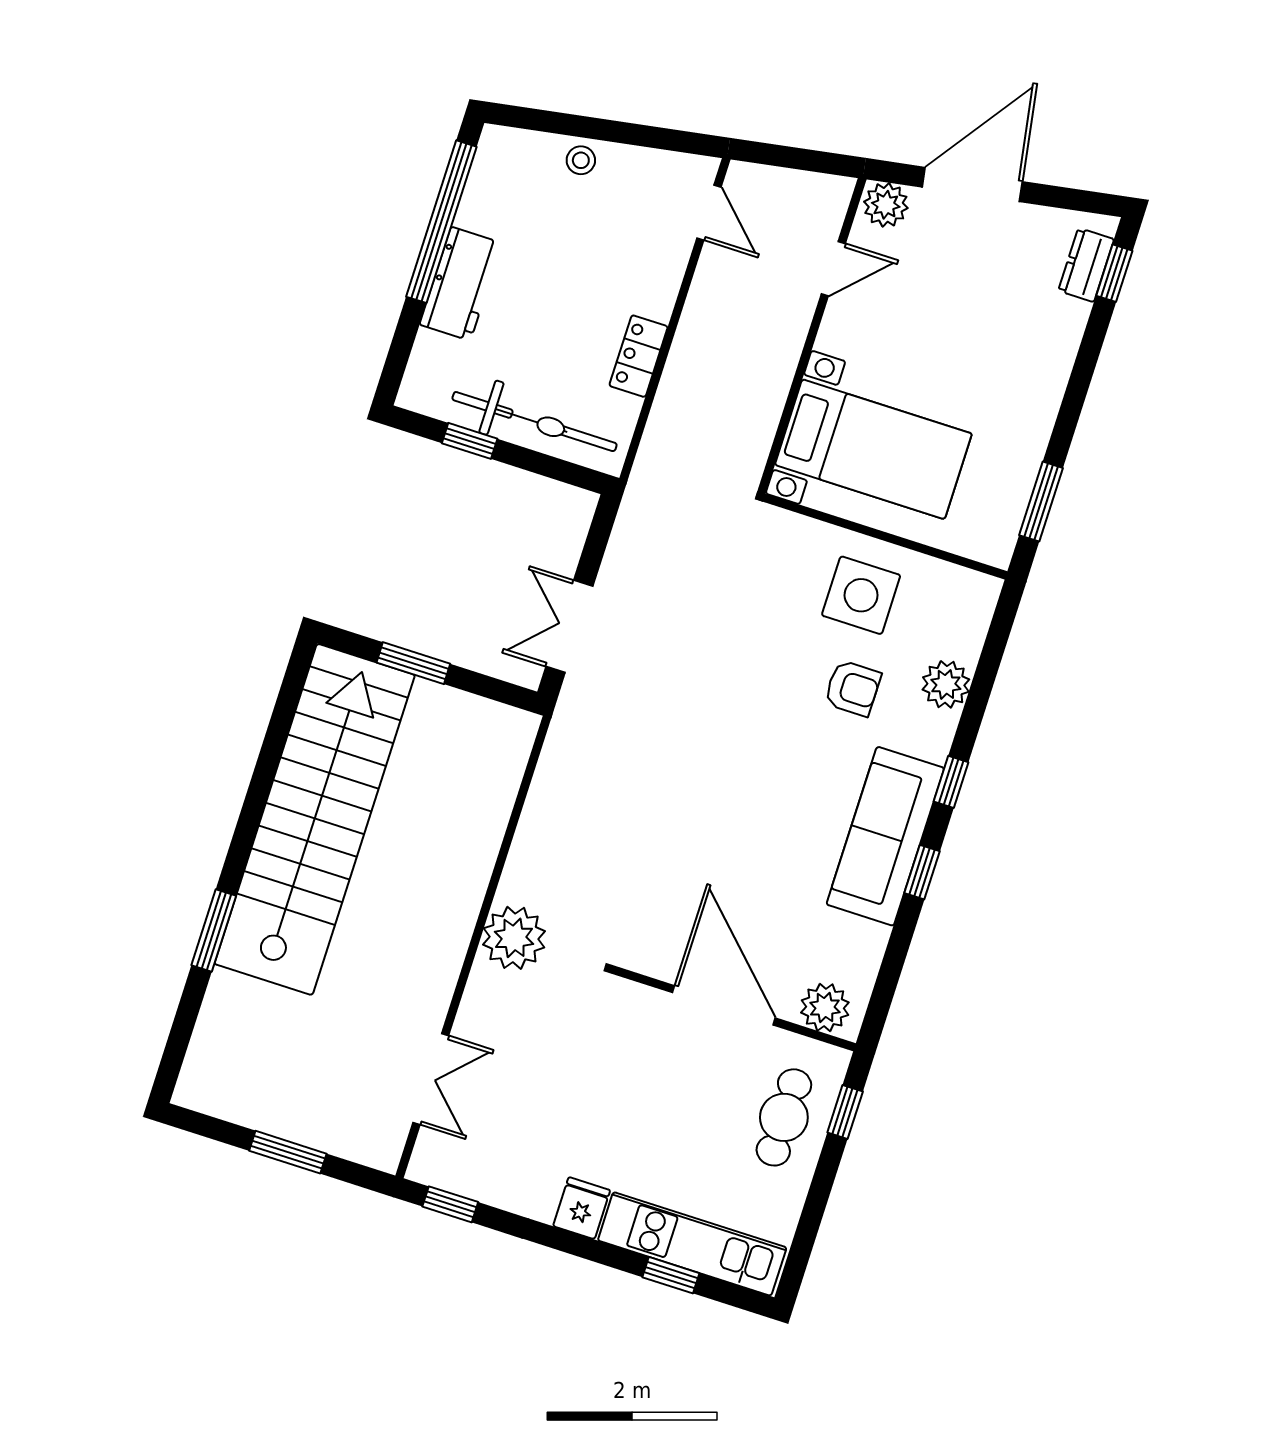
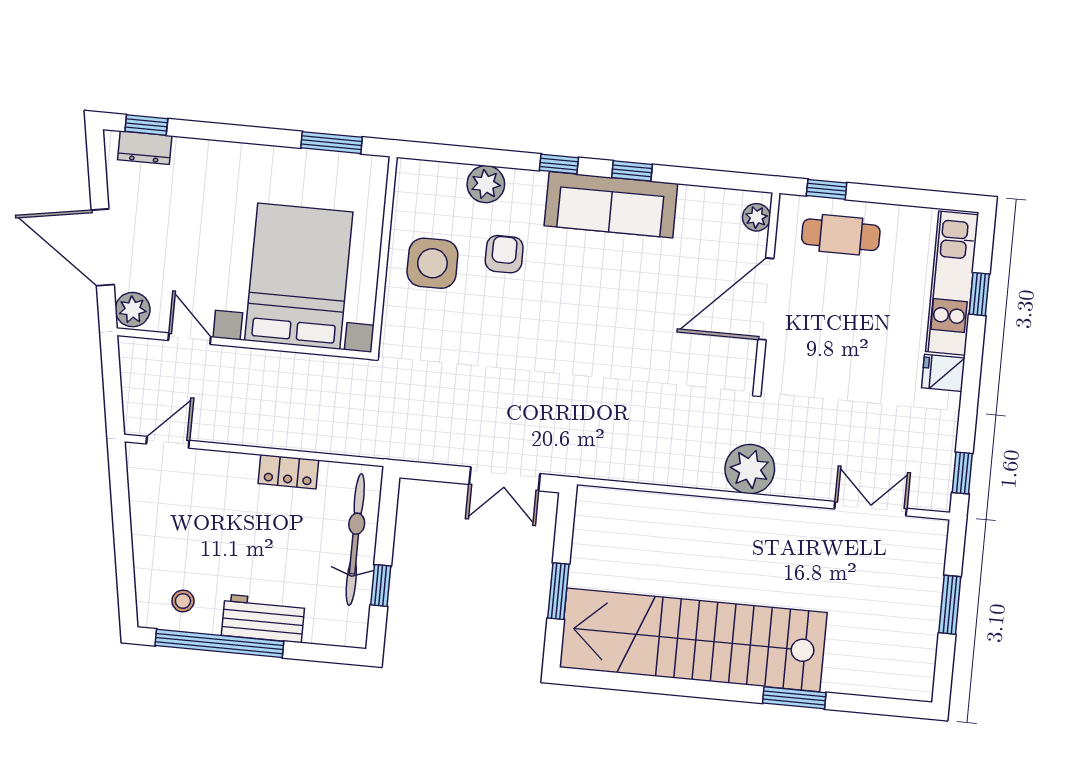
stool: (581, 160) -> (183, 601), moved
bed with nightstands: (873, 449) -> (299, 276), width x1.36
plant: (825, 1008) -> (756, 217), width x0.73, depth x0.73

